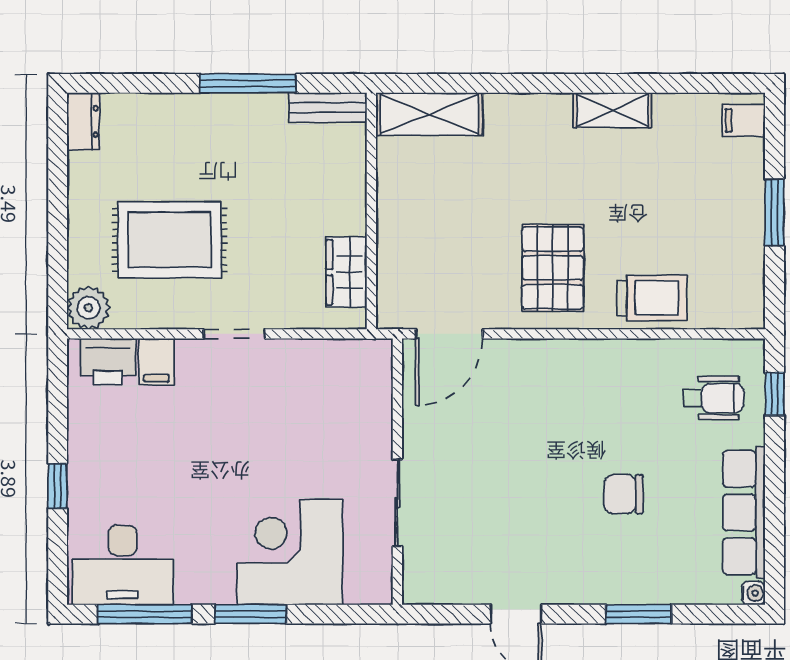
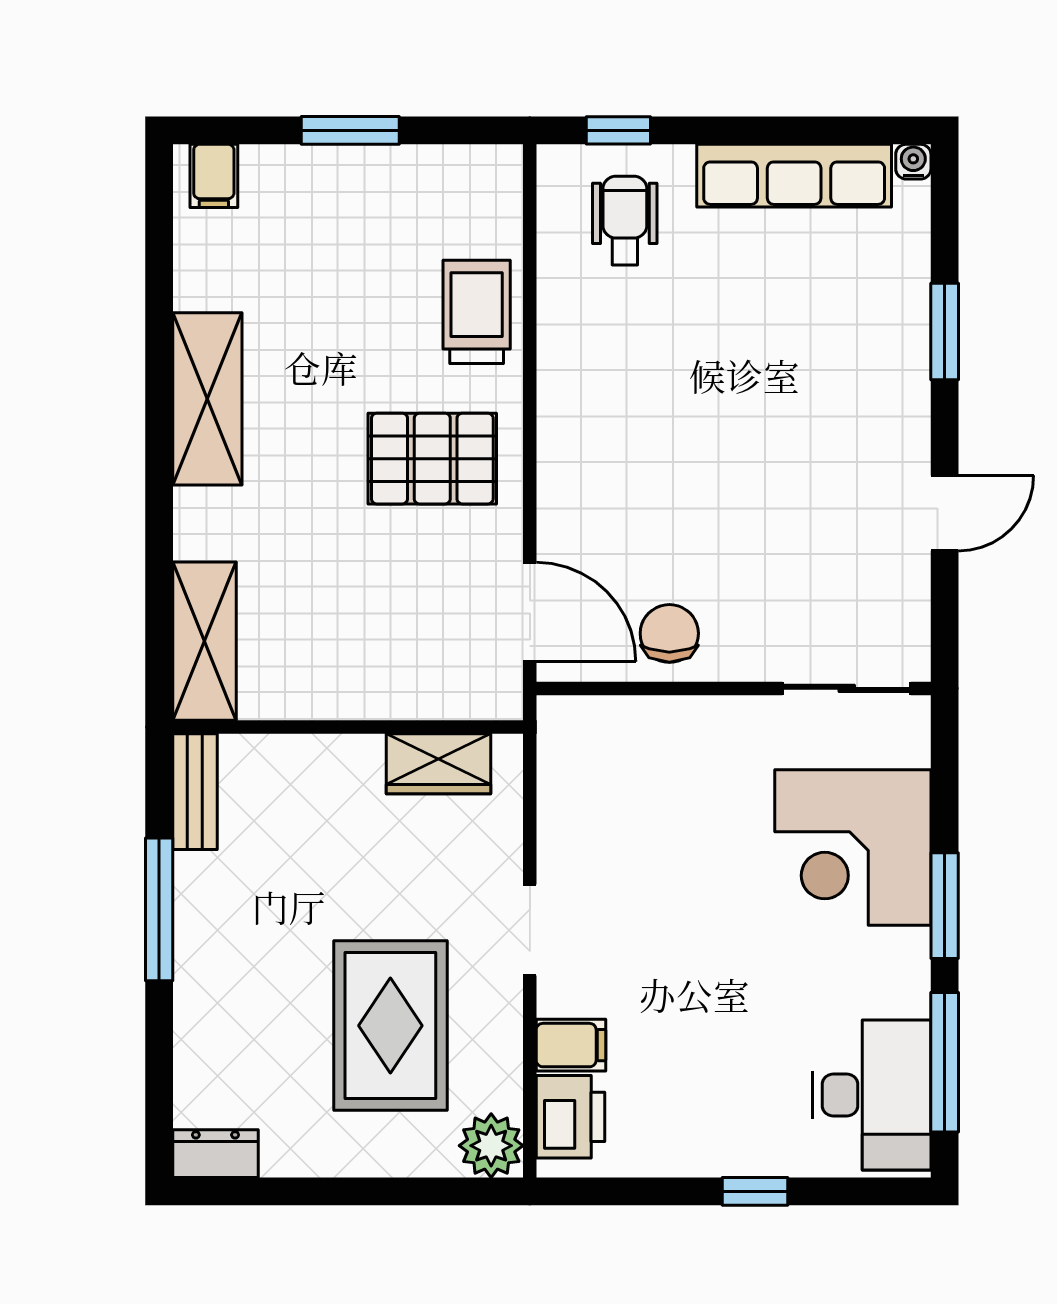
shelving: (613, 110) -> (207, 399), width x1.50, depth x1.33
chair: (624, 494) -> (669, 633), moved, turned 180
sliding door: (397, 503) -> (847, 688), moved

